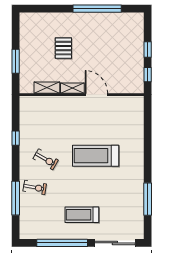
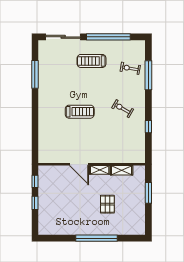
window: (97, 9) -> (97, 238), moved
treadmill: (96, 156) -> (80, 112), width x0.73, depth x0.73
exercise bike: (35, 187) -> (130, 68), moved
treadmill: (82, 215) -> (92, 61), turned 180

